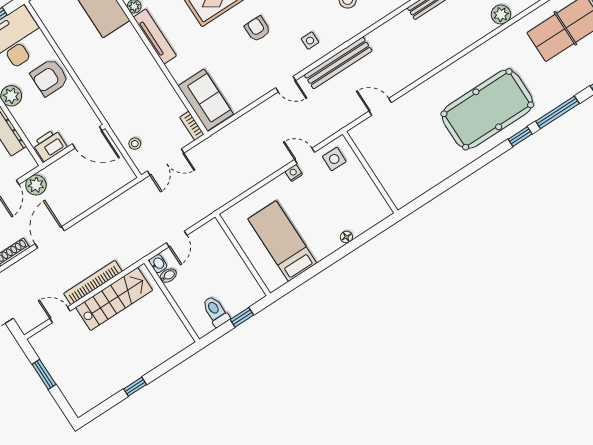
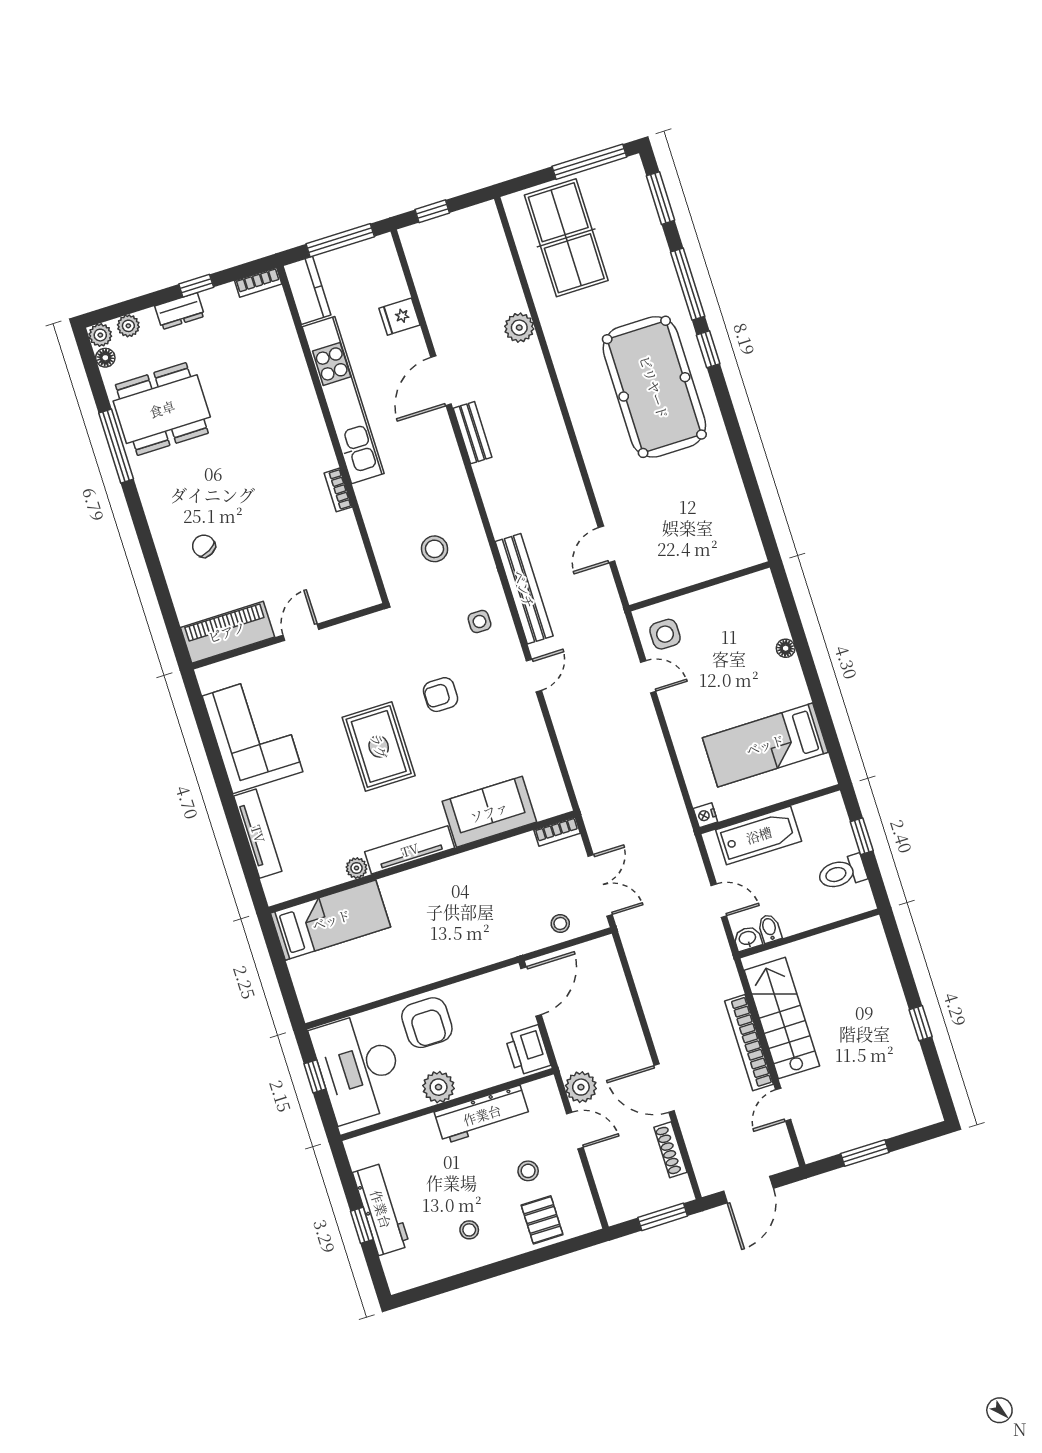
sofa: (206, 100) -> (489, 812), moved
door: (305, 156) -> (648, 677), swing flipped
nightstand: (294, 173) -> (705, 815), moved
bathtub: (224, 253) -> (759, 835), added

